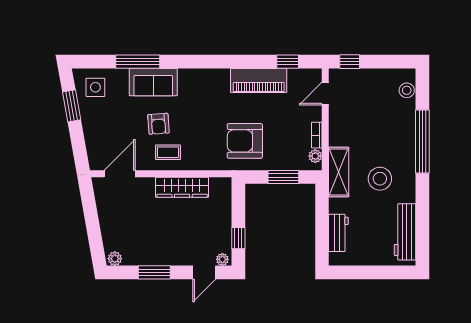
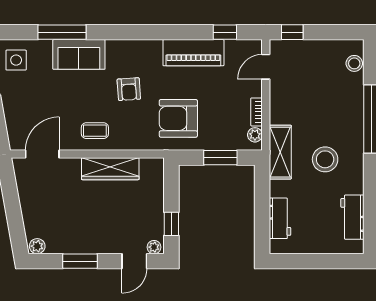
armchair: (158, 124) -> (129, 89), moved
workbench: (405, 232) -> (352, 217), width x0.73

